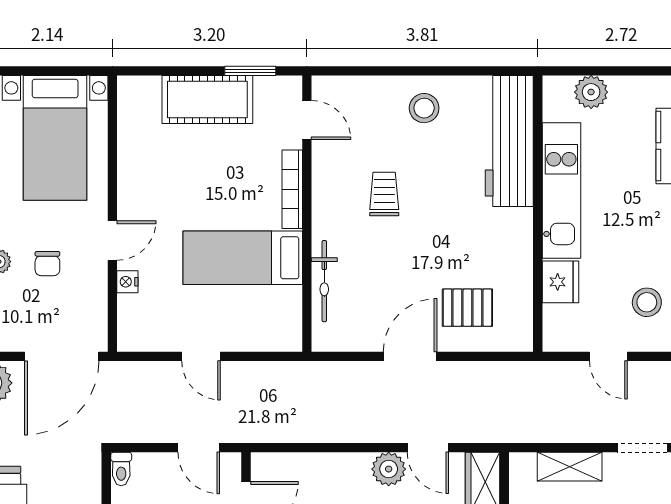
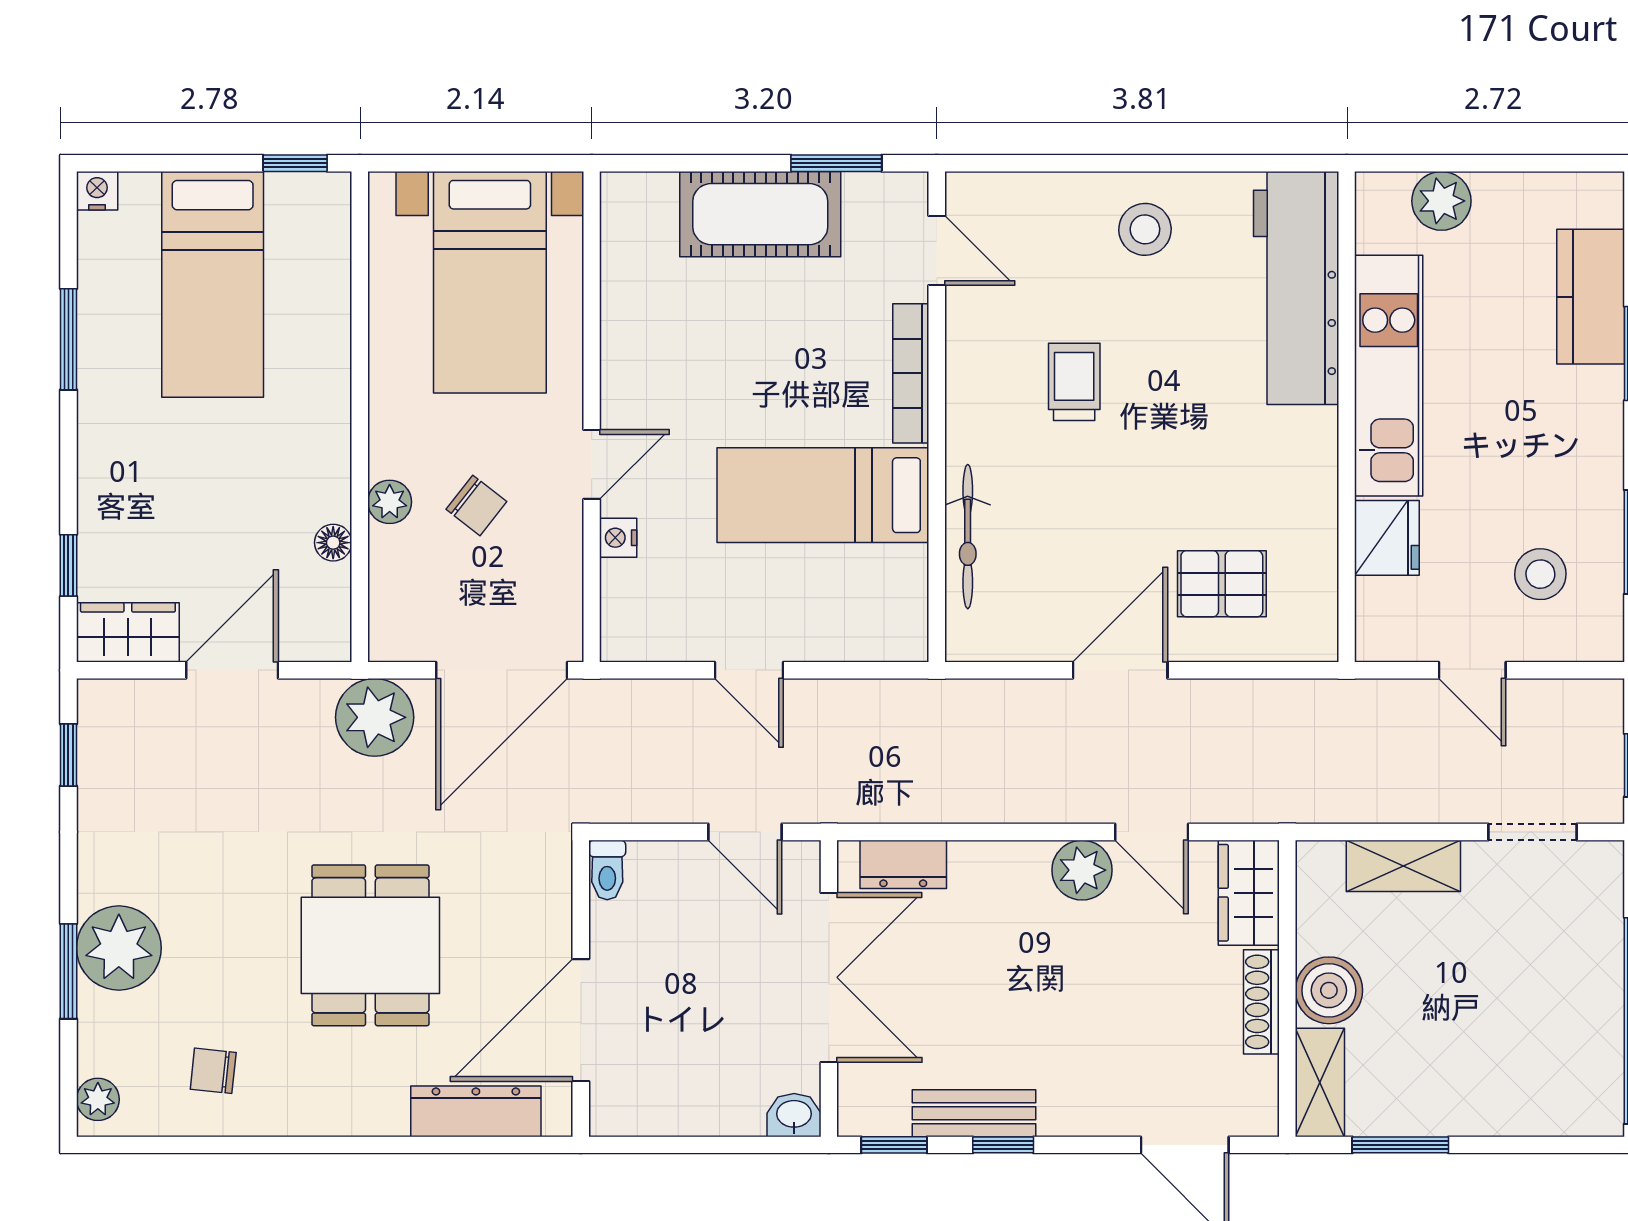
chair: (47, 264) -> (476, 505), turned -52
dresser: (288, 466) -> (903, 864), added

